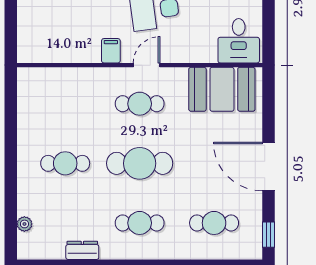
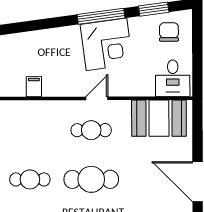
filing cabinet: (111, 51) -> (34, 87), moved

